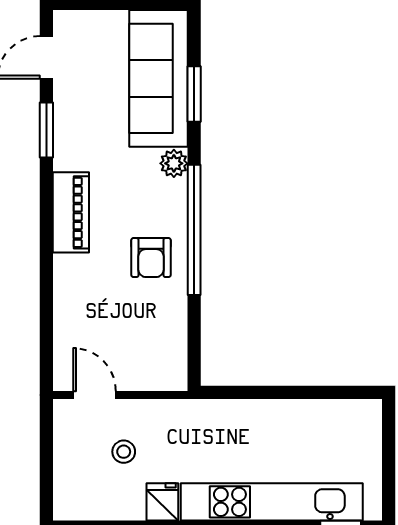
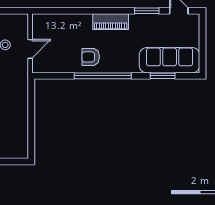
plant: (174, 163) -> (132, 67), removed
door: (95, 395) -> (30, 49), moved

